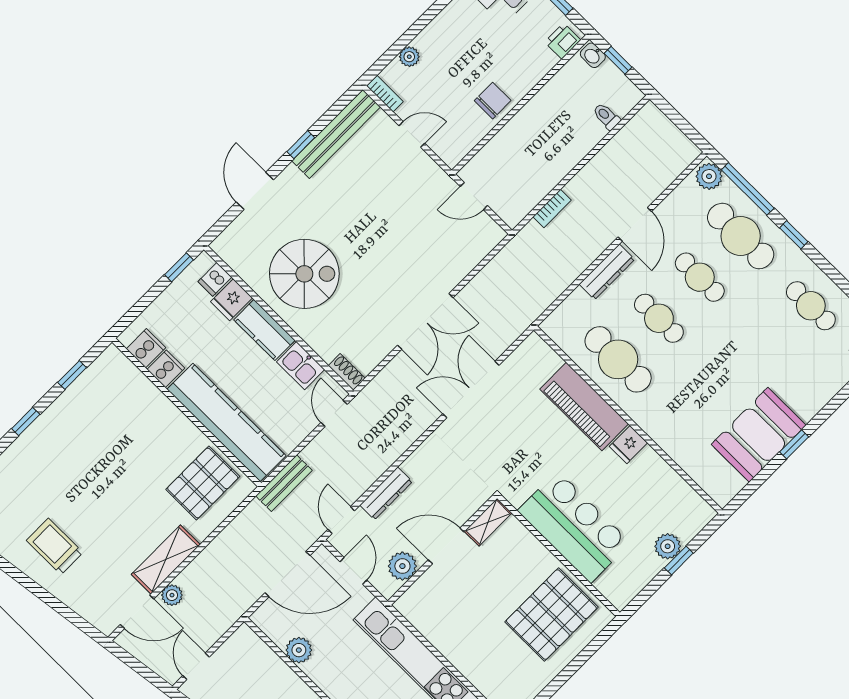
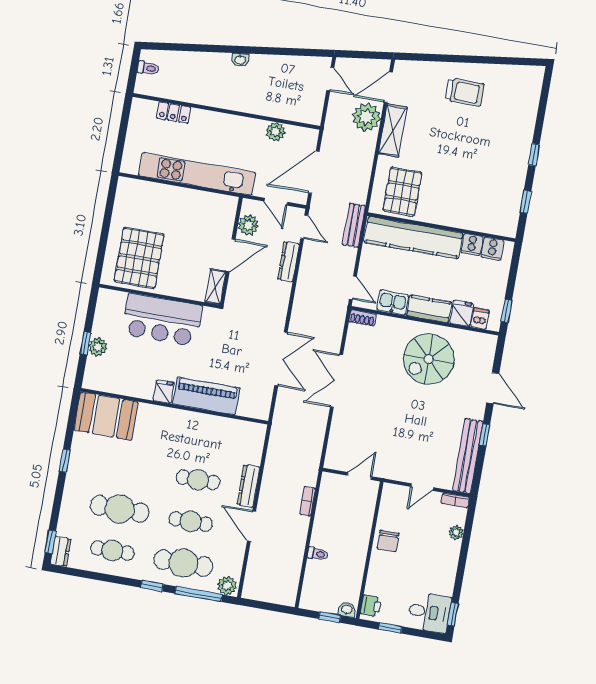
toilet: (606, 116) -> (318, 554), moved
cafe table: (618, 359) -> (120, 509), moved
booth: (759, 435) -> (106, 416), moved, turned 90
plant: (172, 595) -> (366, 117), width x1.87, depth x1.87

